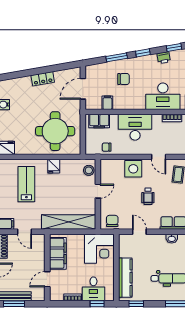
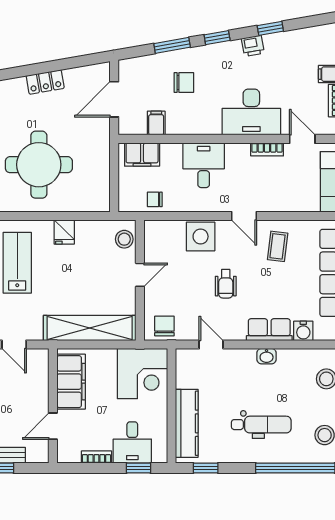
desk: (135, 127) -> (204, 165), width x0.73
round table: (55, 131) -> (39, 165), moved

